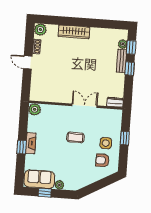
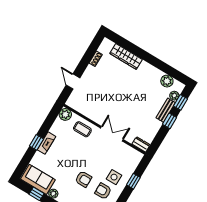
plant: (40, 30) -> (167, 81), moved
wardrobe: (74, 32) -> (126, 56), moved
door: (28, 62) -> (73, 81), moved
coffee table: (75, 137) -> (82, 129), moved
armchair: (80, 159) -> (83, 179), added

